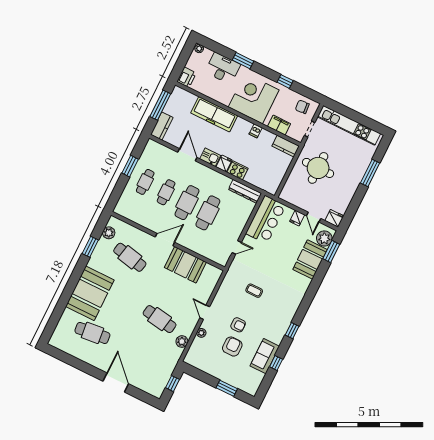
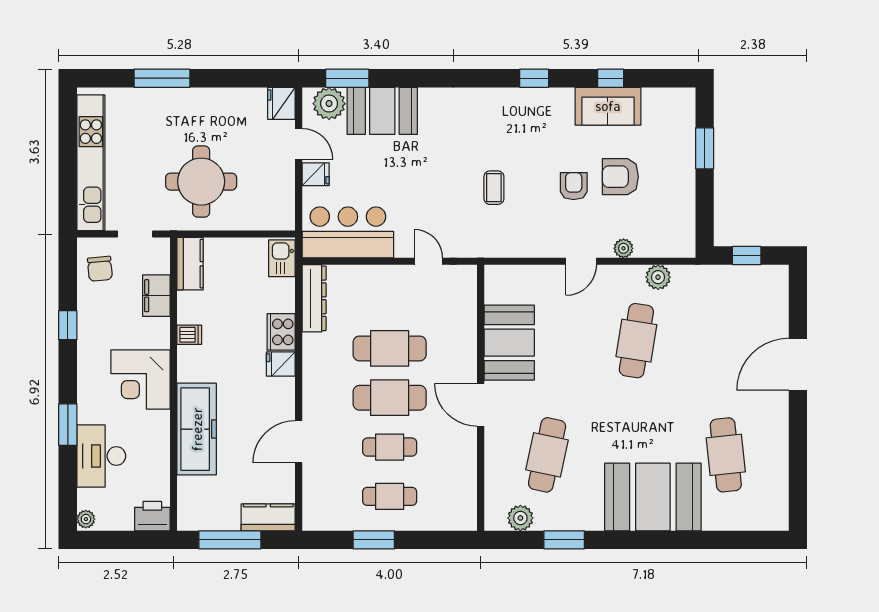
corner desk: (254, 99) -> (140, 380), width x0.74, depth x0.74
kitchen sink: (210, 157) -> (282, 258), moved
door: (314, 217) -> (299, 144), hinge flipped

